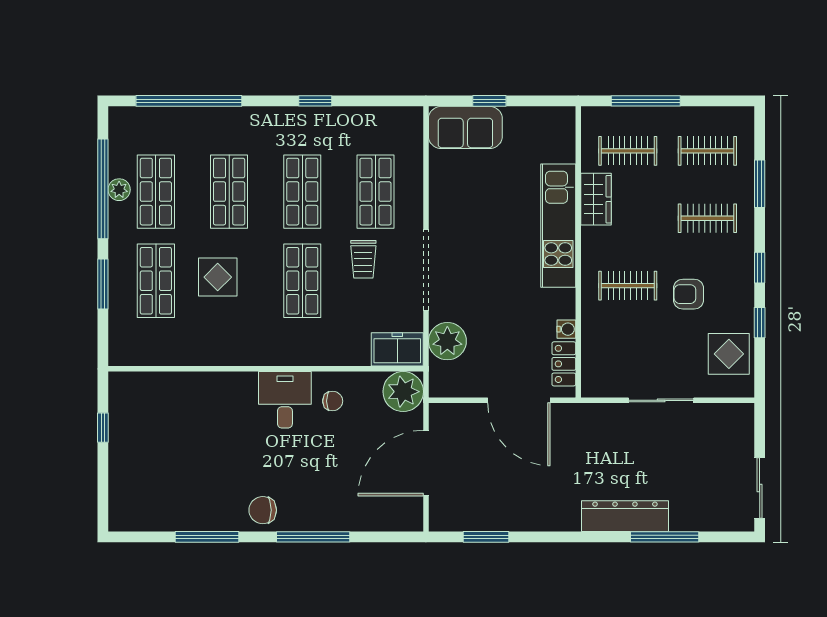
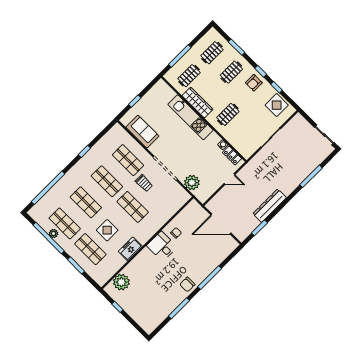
sofa: (465, 127) -> (142, 132), moved, turned -90
wardrobe: (596, 199) -> (198, 103), width x1.50
armchair: (689, 294) -> (254, 83), moved
freezer: (397, 349) -> (130, 249), moved
plant: (403, 392) -> (121, 282), moved
door: (519, 400) -> (230, 179), width x0.53
door: (426, 463) -> (221, 224), hinge flipped
dresser: (625, 516) -> (270, 206), moved

